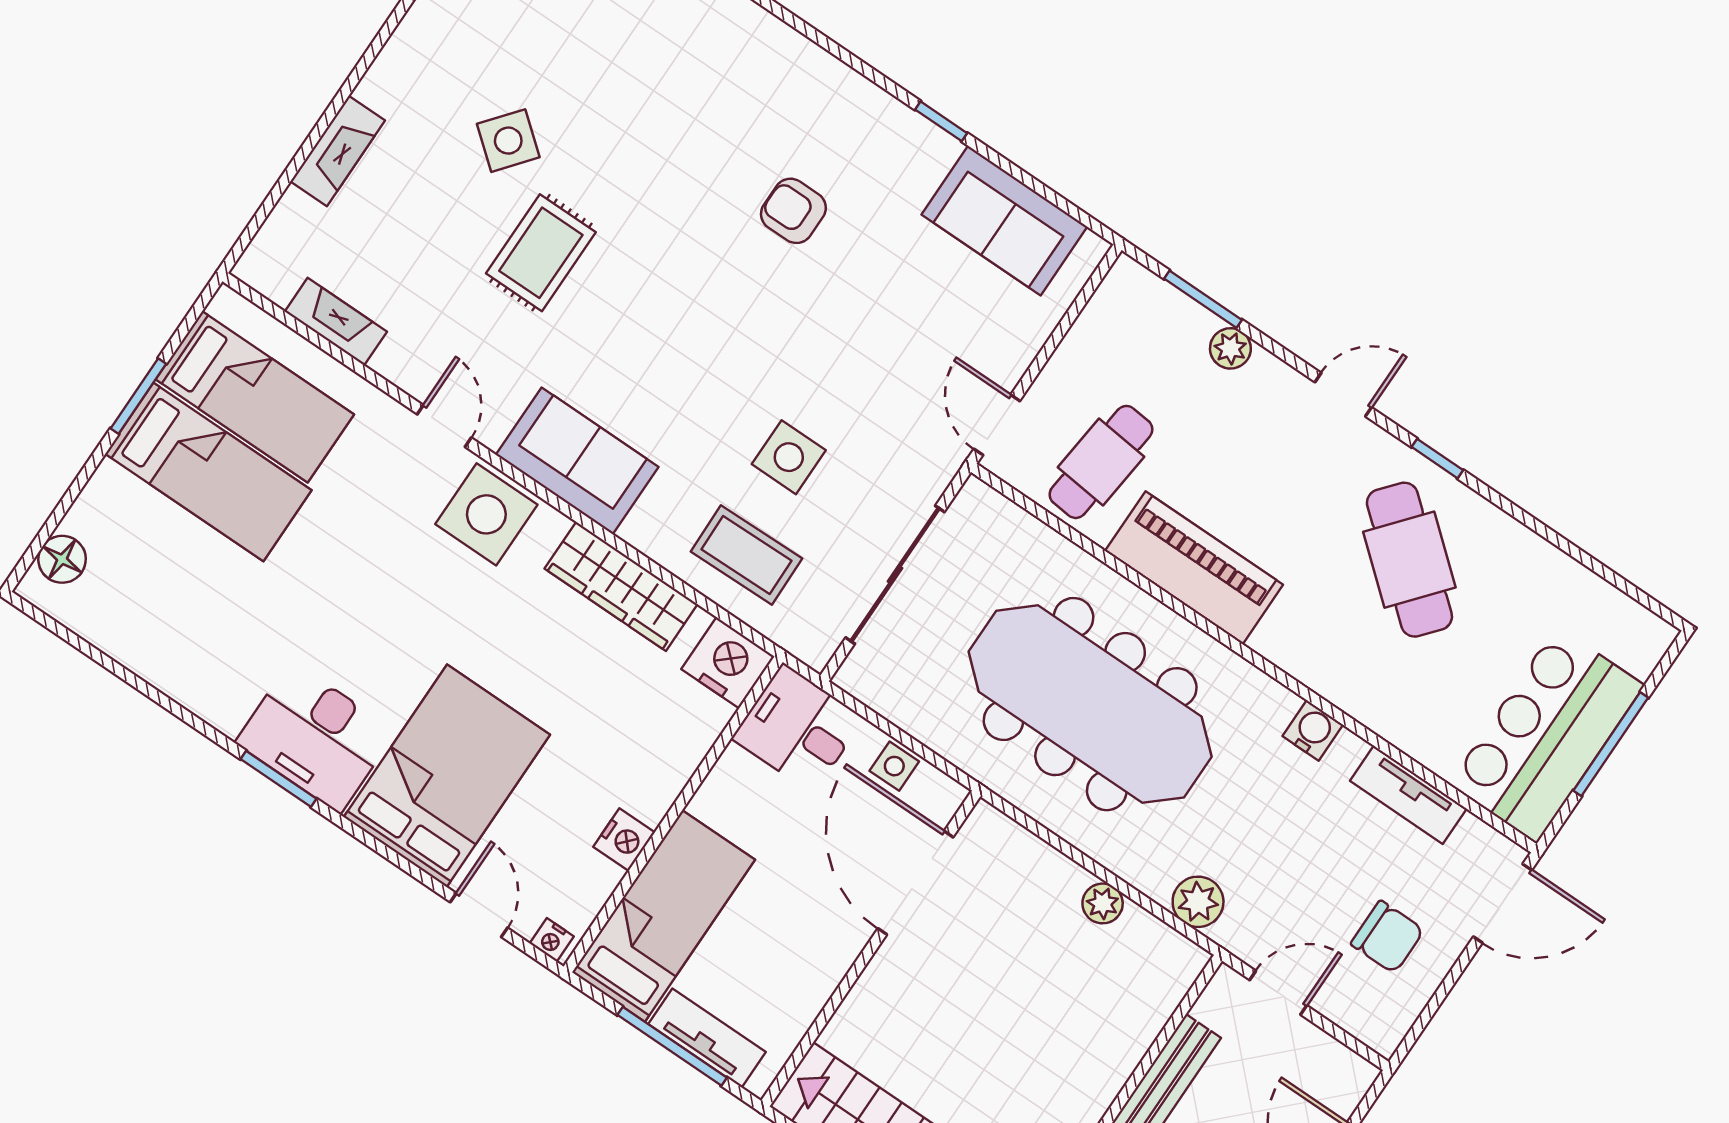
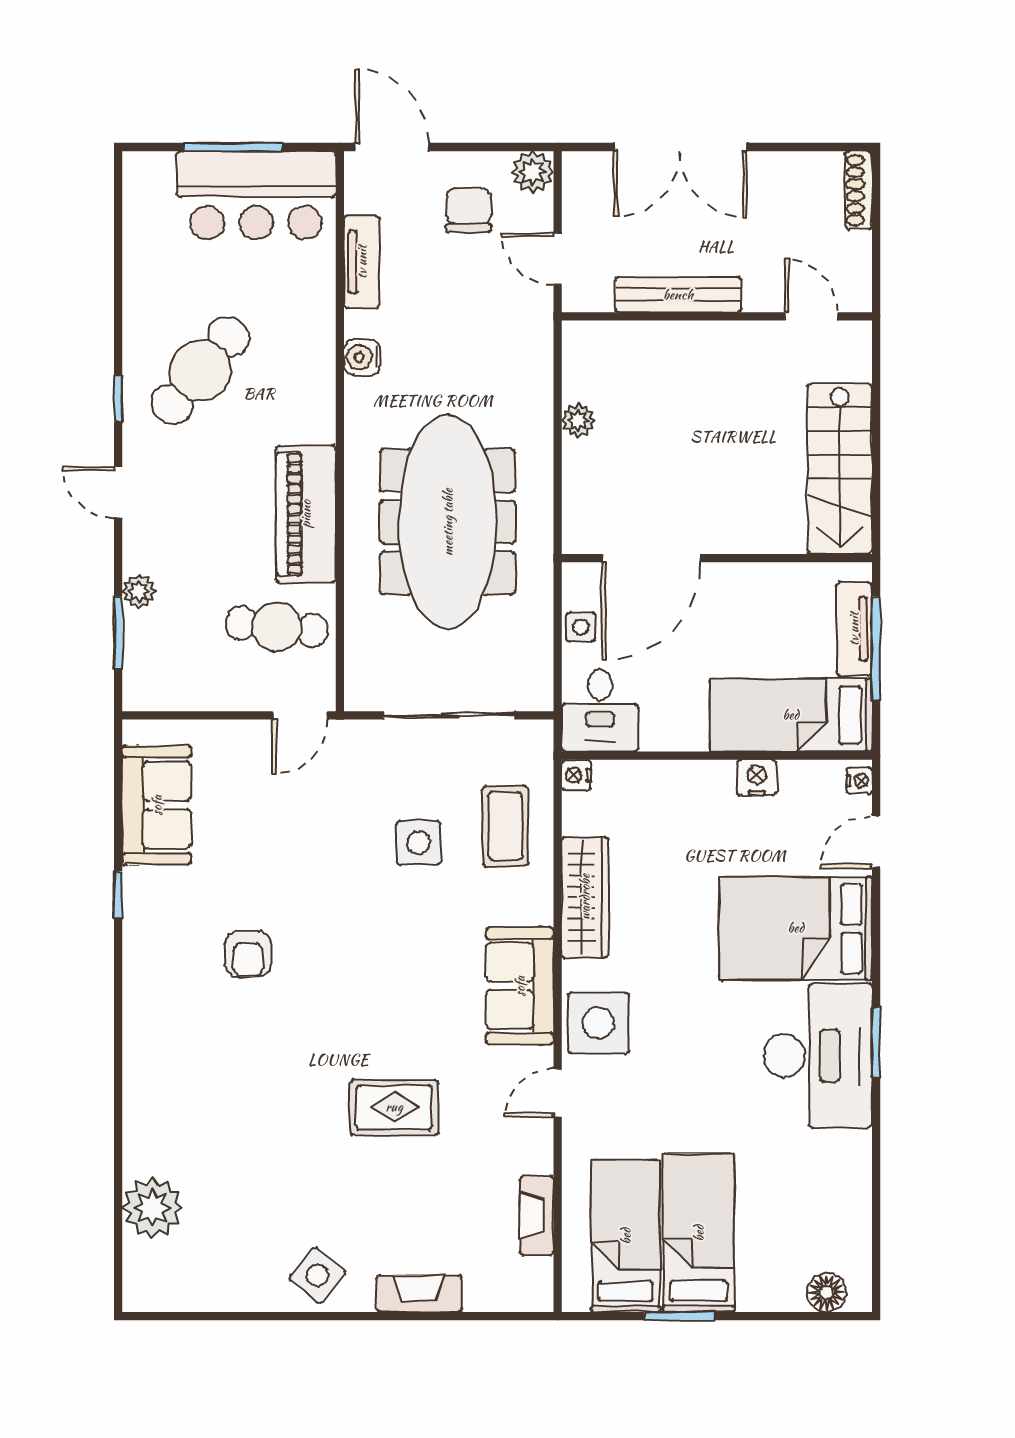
side table: (508, 141) -> (318, 1275), moved
nightstand: (728, 663) -> (576, 775), width x0.53, depth x0.56
desk: (316, 737) -> (818, 1056), width x1.36, depth x1.30
plant: (1198, 902) -> (533, 172), moved

